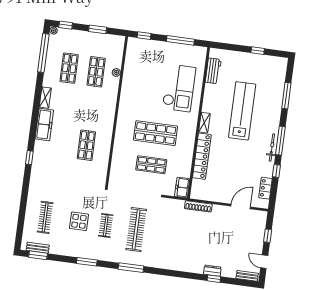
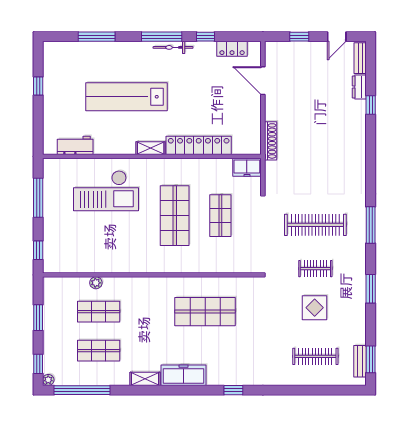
checkout: (179, 88) -> (106, 191), turned 180
shop shelf: (86, 145) -> (205, 312), width x1.43, depth x1.36
dresser: (212, 271) -> (359, 87), moved

